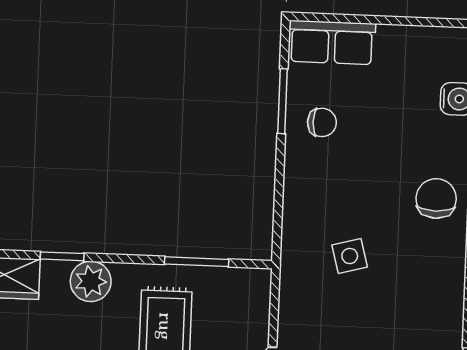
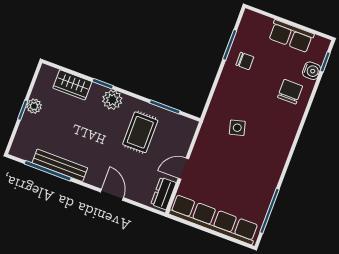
row of seats: (332, 42) -> (291, 36), moved
chair: (436, 198) -> (290, 92), moved

